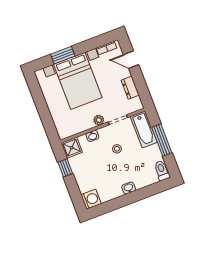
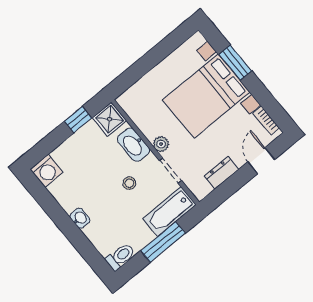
washbasin: (92, 136) -> (134, 145), width x1.91, depth x1.45

